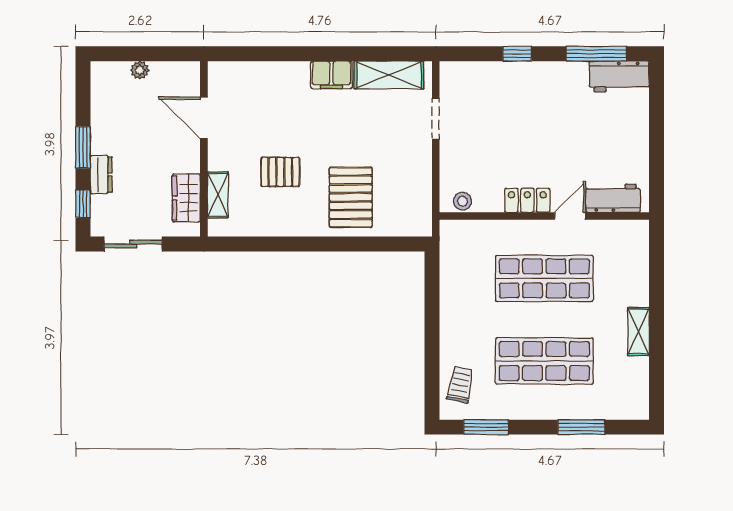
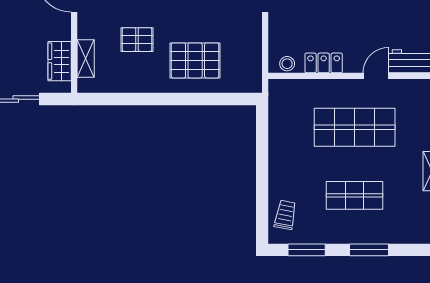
pallet: (351, 197) -> (195, 60), turned 90
locker: (527, 200) -> (324, 63), moved
shop shelf: (544, 361) -> (355, 195), width x0.70, depth x0.74
window: (581, 427) -> (369, 250), moved

